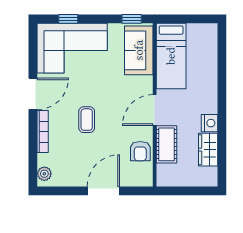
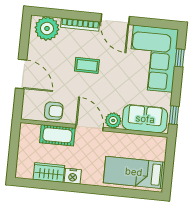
bed: (171, 56) -> (134, 172), moved
plant: (144, 85) -> (113, 120), added
armchair: (140, 151) -> (54, 111), turned 180
plant: (44, 174) -> (47, 28), width x1.87, depth x1.87

